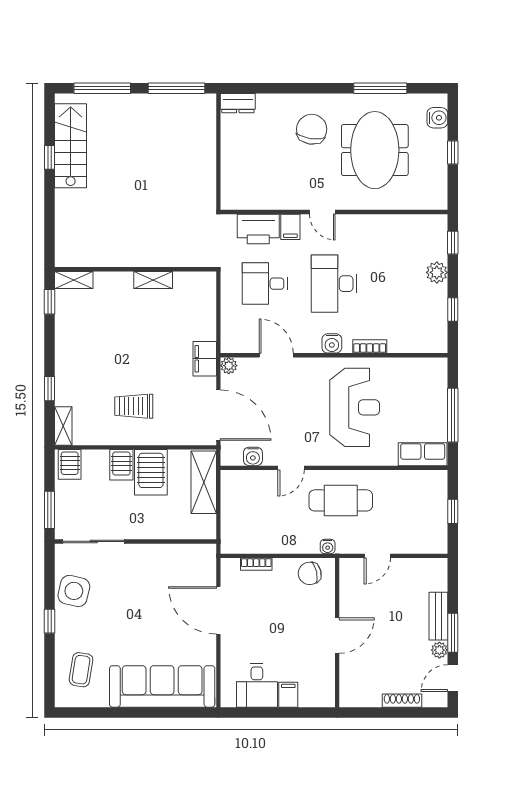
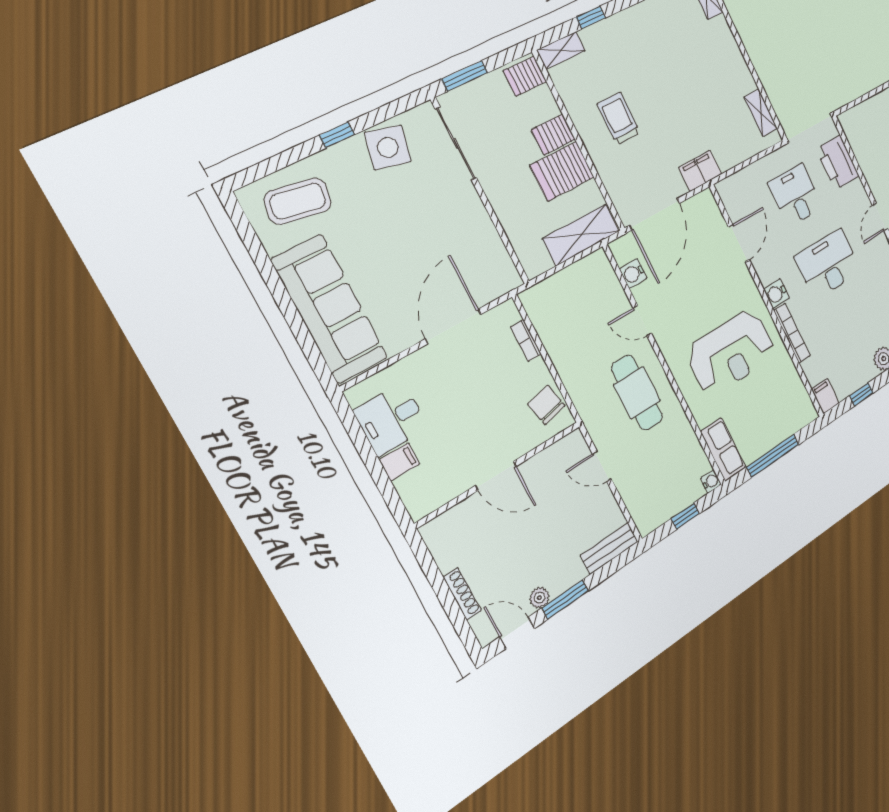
filing cabinet: (290, 227) -> (825, 396), moved, turned 90
shelving: (153, 280) -> (761, 113), moved
bookcase: (370, 346) -> (792, 333), width x1.56
plant: (229, 366) -> (706, 199), removed
water cooler: (328, 546) -> (711, 482), moved, turned 180
bench: (438, 616) -> (609, 548), moved
coffee table: (81, 670) -> (298, 201), width x1.36, depth x1.30

